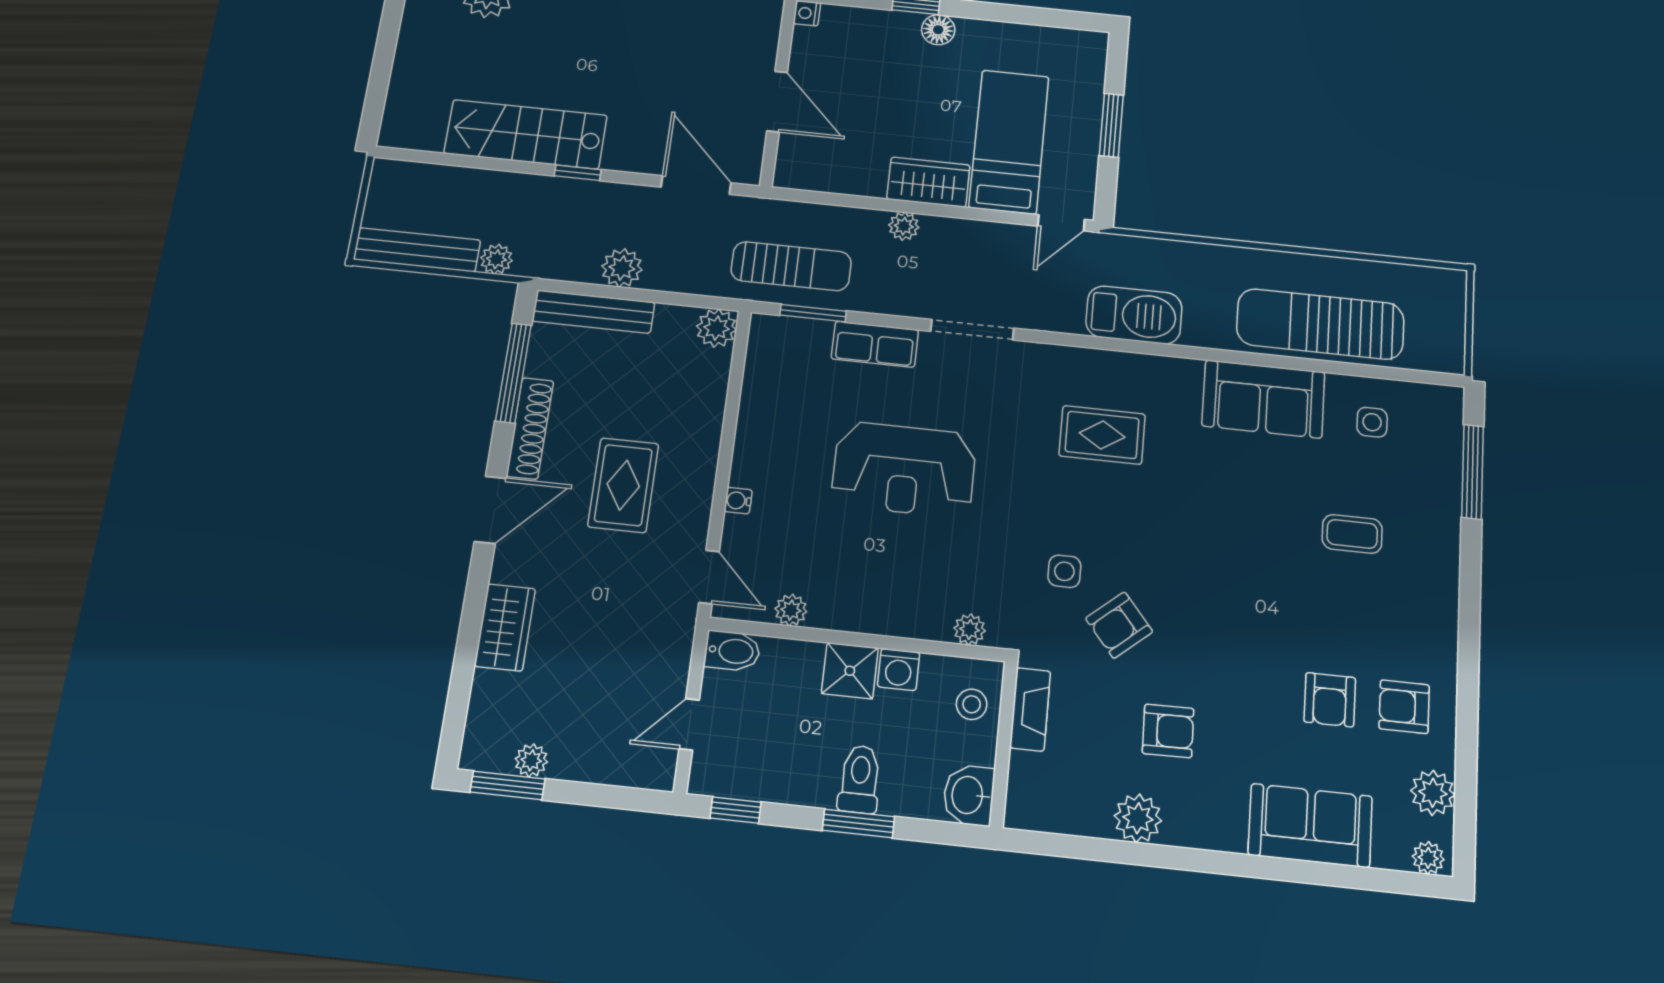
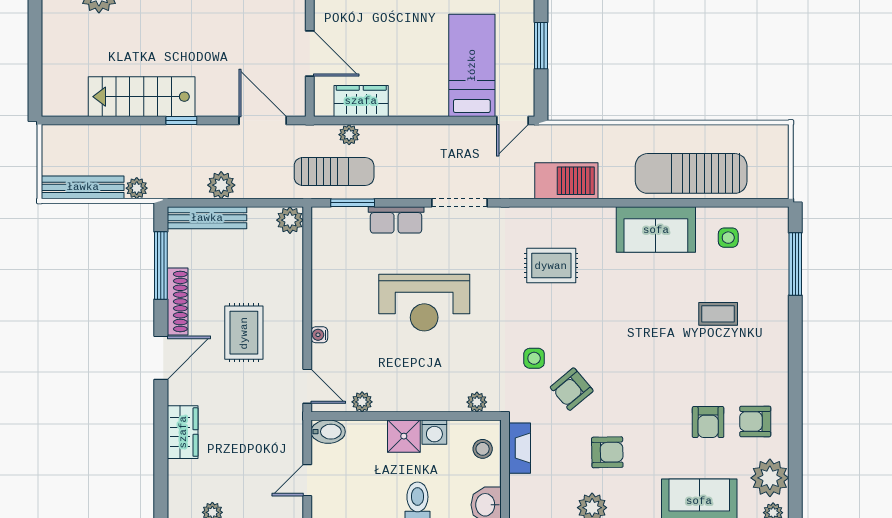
wardrobe: (928, 182) -> (361, 101), moved
plant: (904, 226) -> (349, 135), moved
plant: (1433, 793) -> (770, 478), width x1.36, depth x1.36

